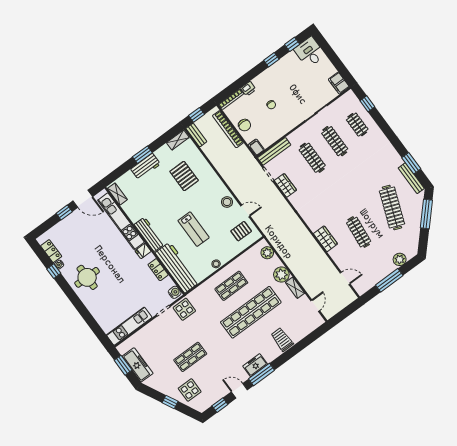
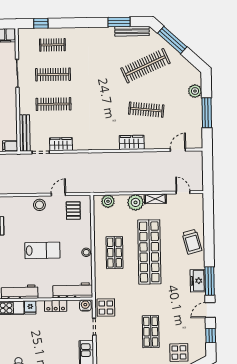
clothes rail: (392, 207) -> (145, 66), turned -45
workbench: (177, 268) -> (73, 290), width x0.73, depth x0.76
trolley: (282, 339) -> (192, 242), turned -105

